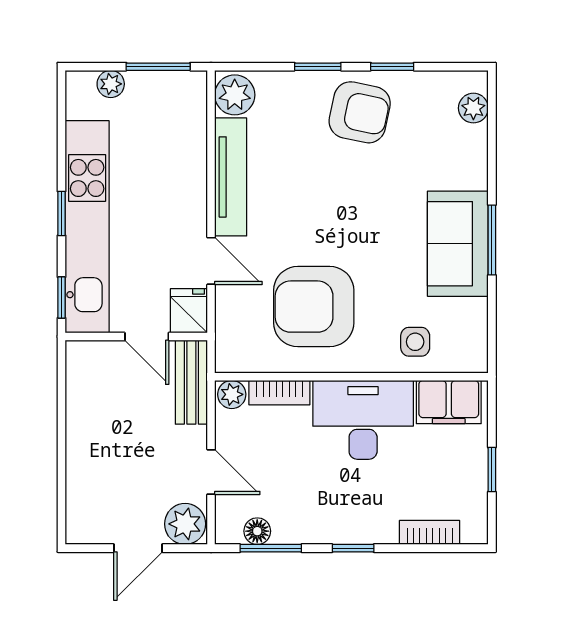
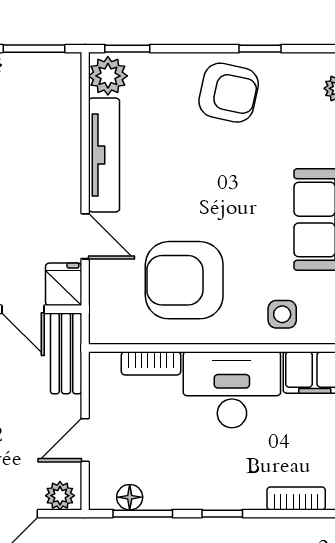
window: (318, 67) -> (127, 49), moved
plant: (232, 394) -> (105, 365), removed
door: (211, 472) -> (85, 440), swing flipped
plant: (185, 524) -> (60, 496), width x0.73, depth x0.73

